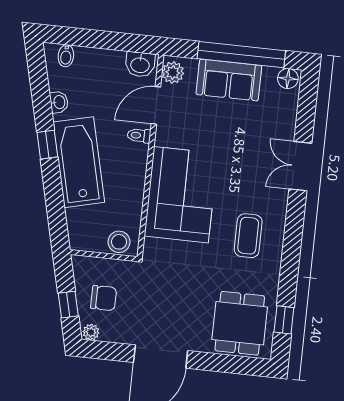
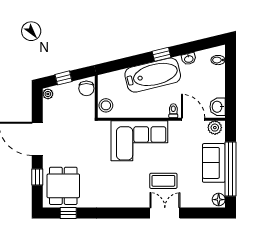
coffee table: (248, 236) -> (163, 181), moved
chair: (104, 298) -> (86, 88), moved
dining table: (240, 323) -> (63, 186), turned 90
window: (221, 363) -> (37, 177), added

